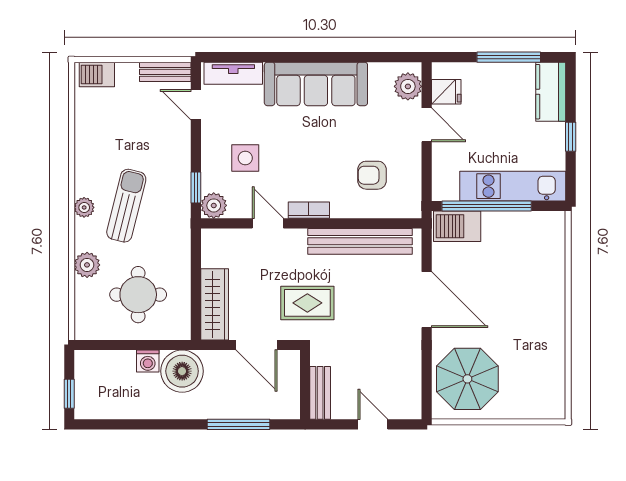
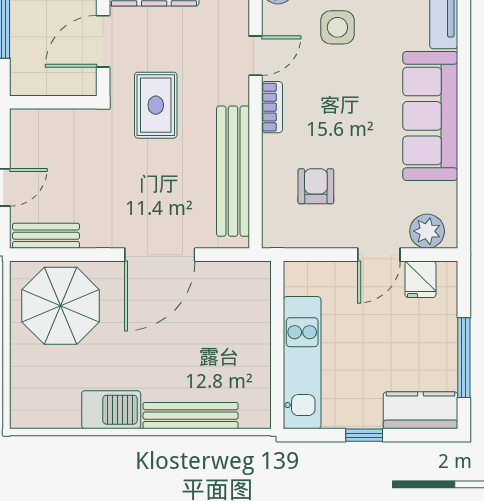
window: (487, 206) -> (277, 330), removed
barbecue: (457, 226) -> (111, 410), moved, turned 90
bench: (555, 275) -> (191, 416), added
bench: (320, 393) -> (46, 236), moved

